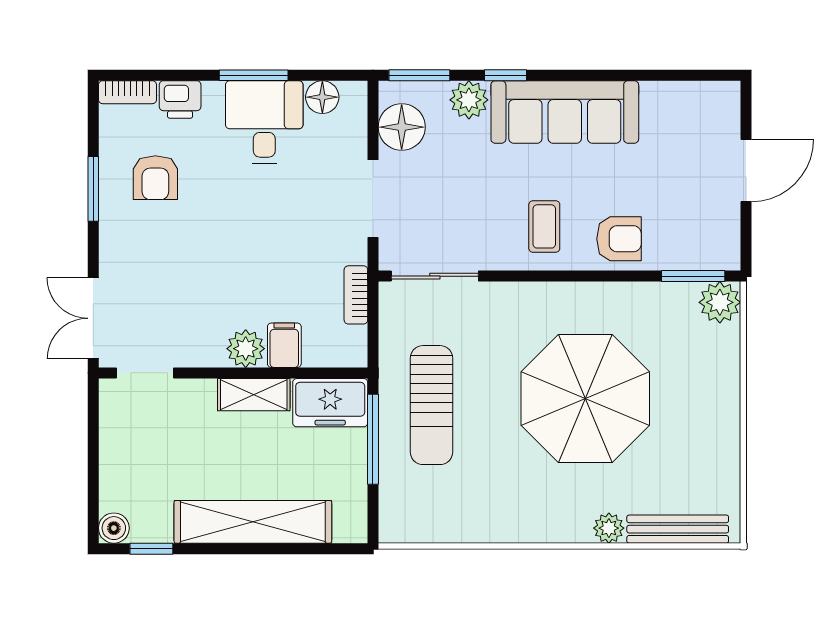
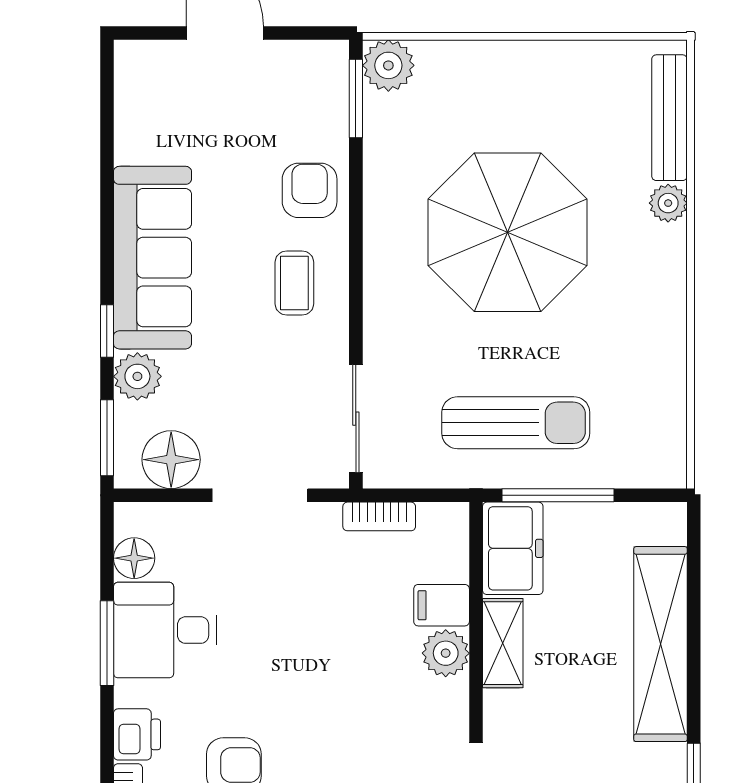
coffee table: (544, 226) -> (294, 283), turned 90

